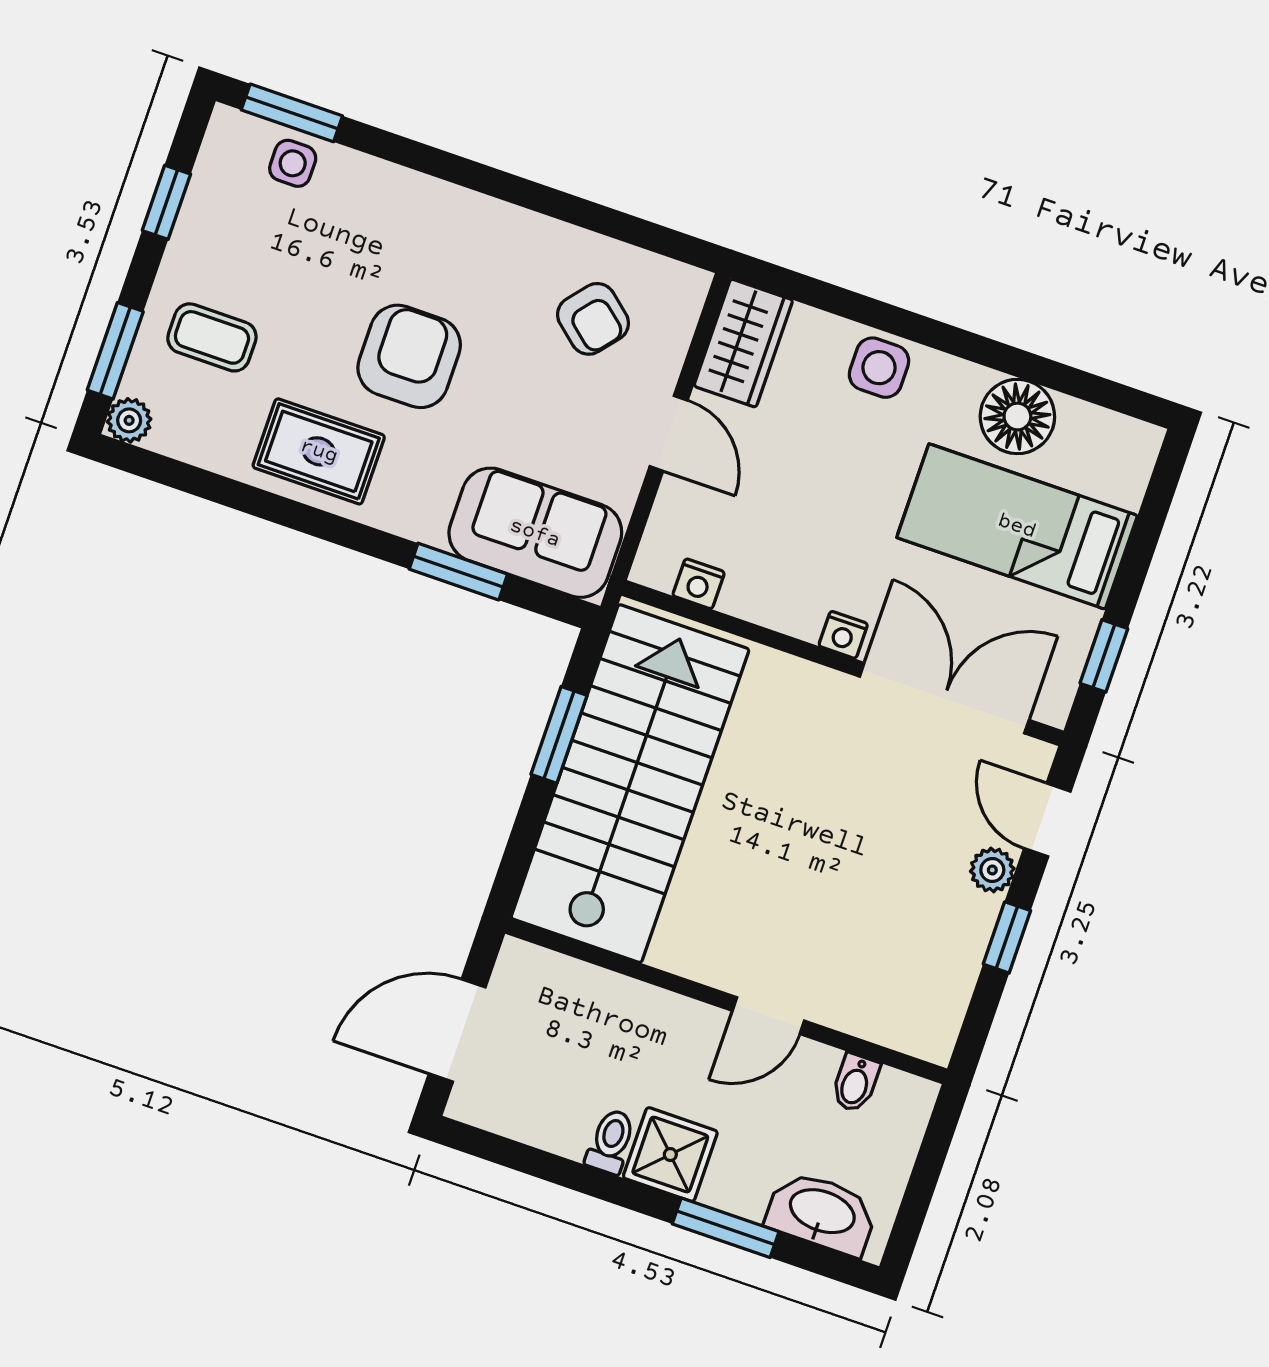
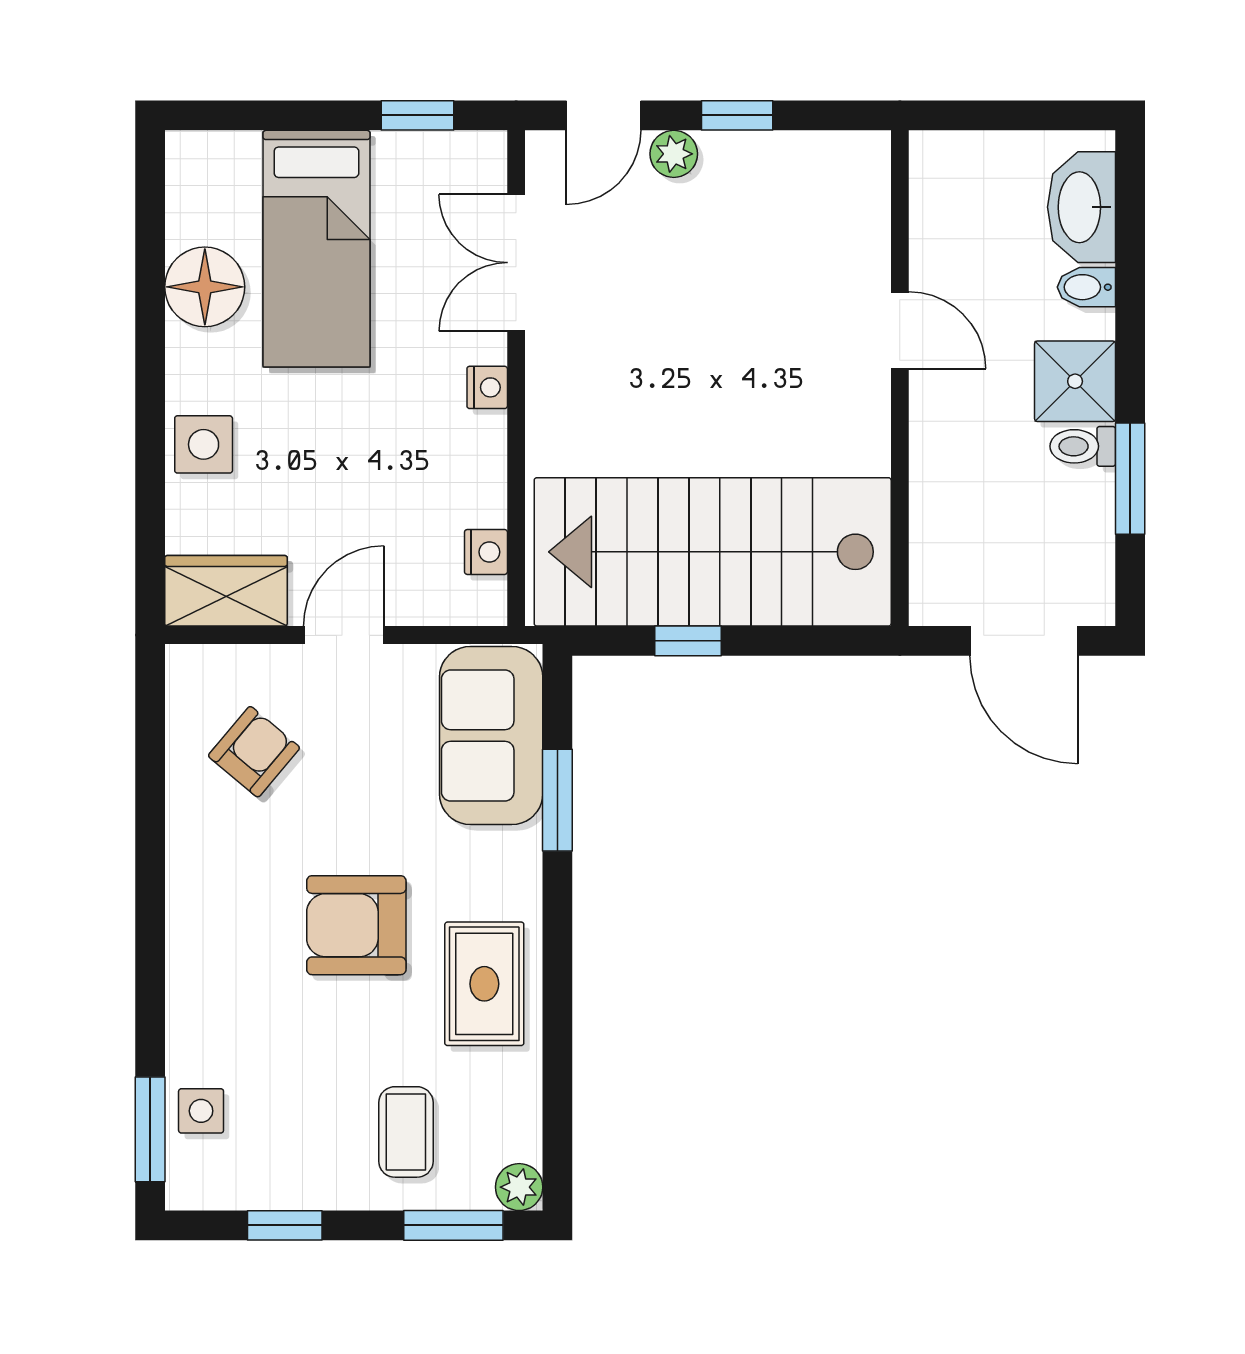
double door: (944, 698) -> (516, 263), width x0.73
window: (559, 735) -> (688, 641), width x0.67
bidet: (855, 1083) -> (1086, 287), moved, turned 180
window: (726, 1228) -> (1130, 479), moved

